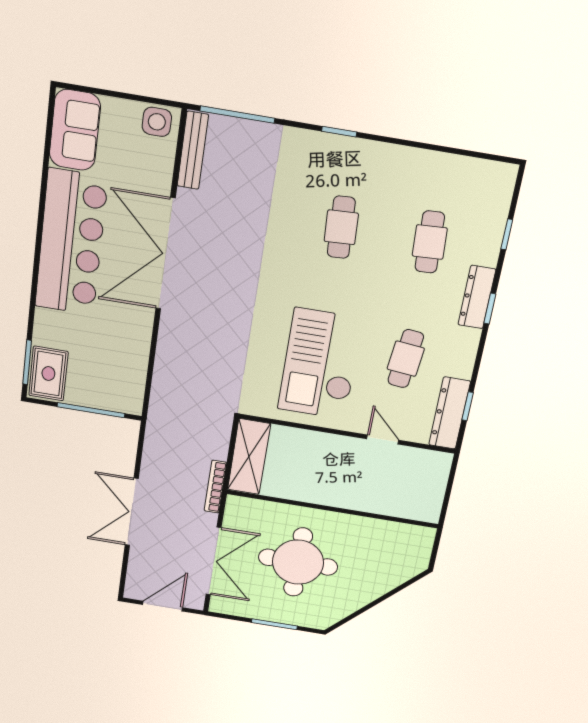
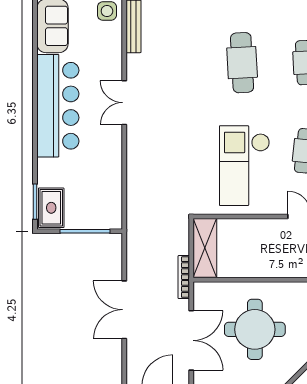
cafe table: (341, 227) -> (242, 63), width x1.37, depth x1.35
double door: (165, 254) -> (124, 103), width x0.54

